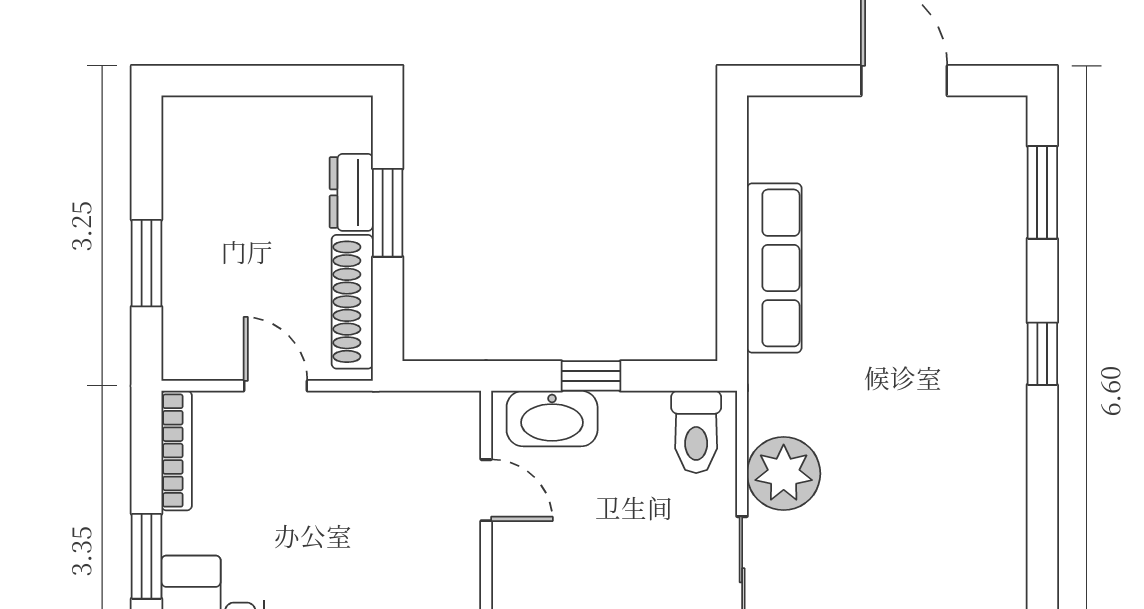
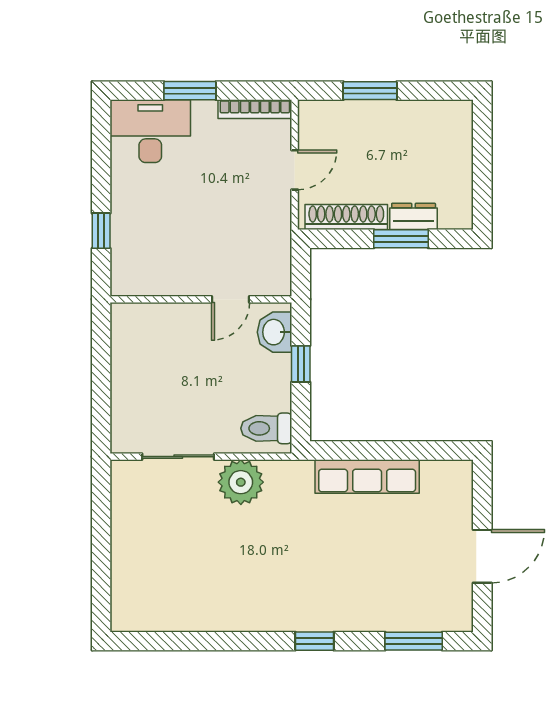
washbasin: (552, 419) -> (275, 332), width x0.72

